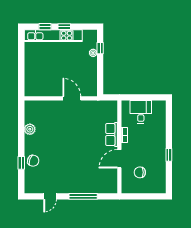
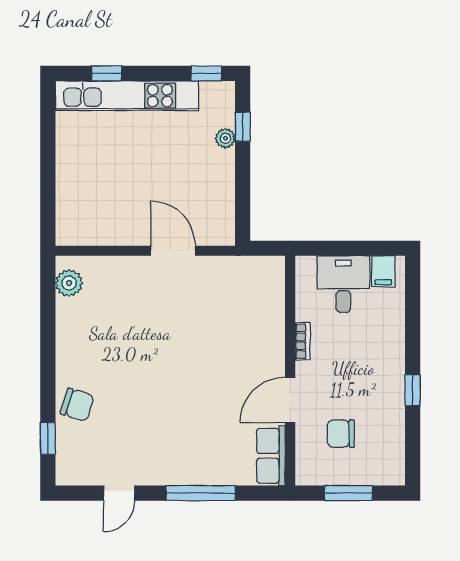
window: (64, 27) -> (206, 73), moved
filing cabinet: (157, 107) -> (383, 271), added
plant: (30, 129) -> (69, 283), moved
row of seats: (112, 134) -> (271, 456), moved
window: (21, 163) -> (48, 438), moved
window: (143, 196) -> (348, 493), added

